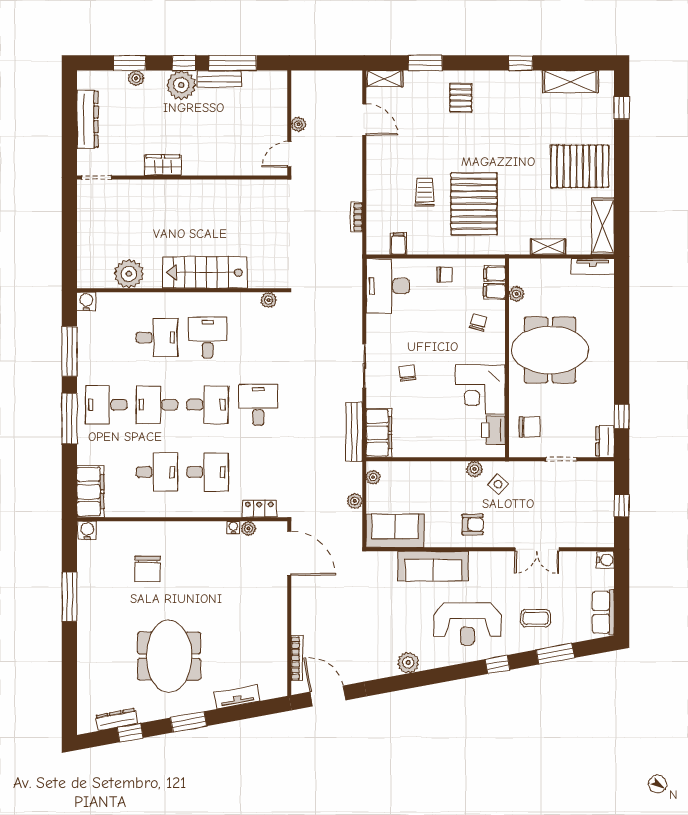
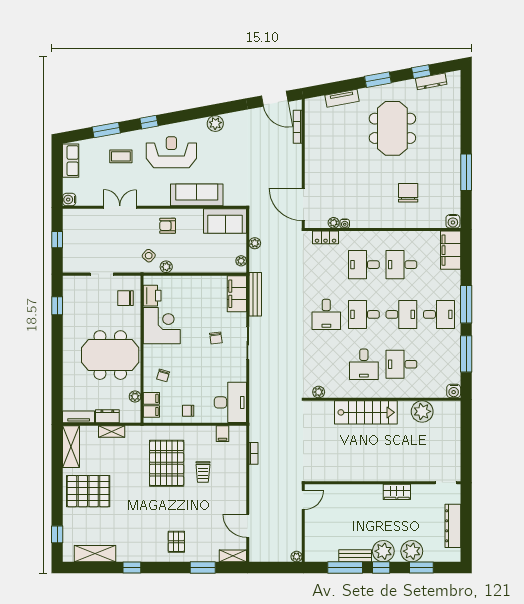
plant: (136, 78) -> (412, 551), width x1.88, depth x1.88
plant: (298, 124) -> (297, 557), moved
dresser: (605, 441) -> (107, 416), moved, turned -90

